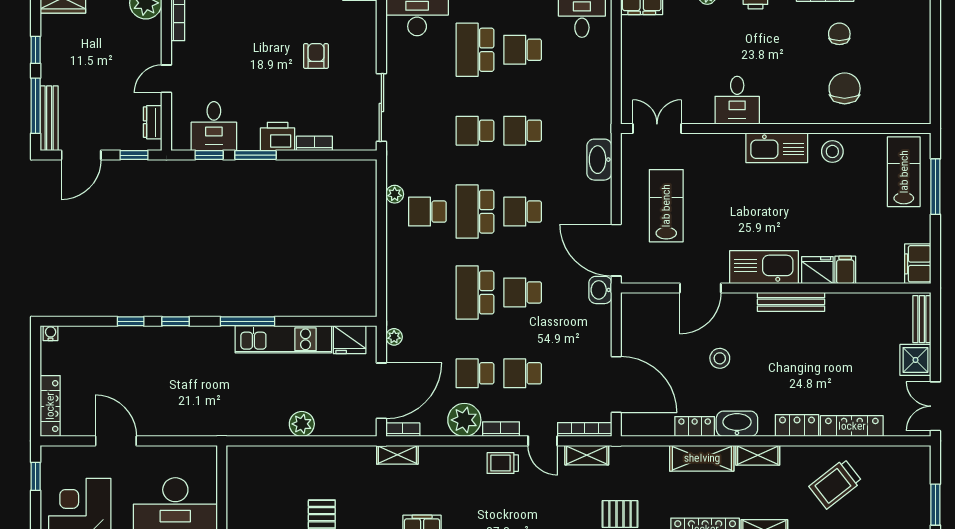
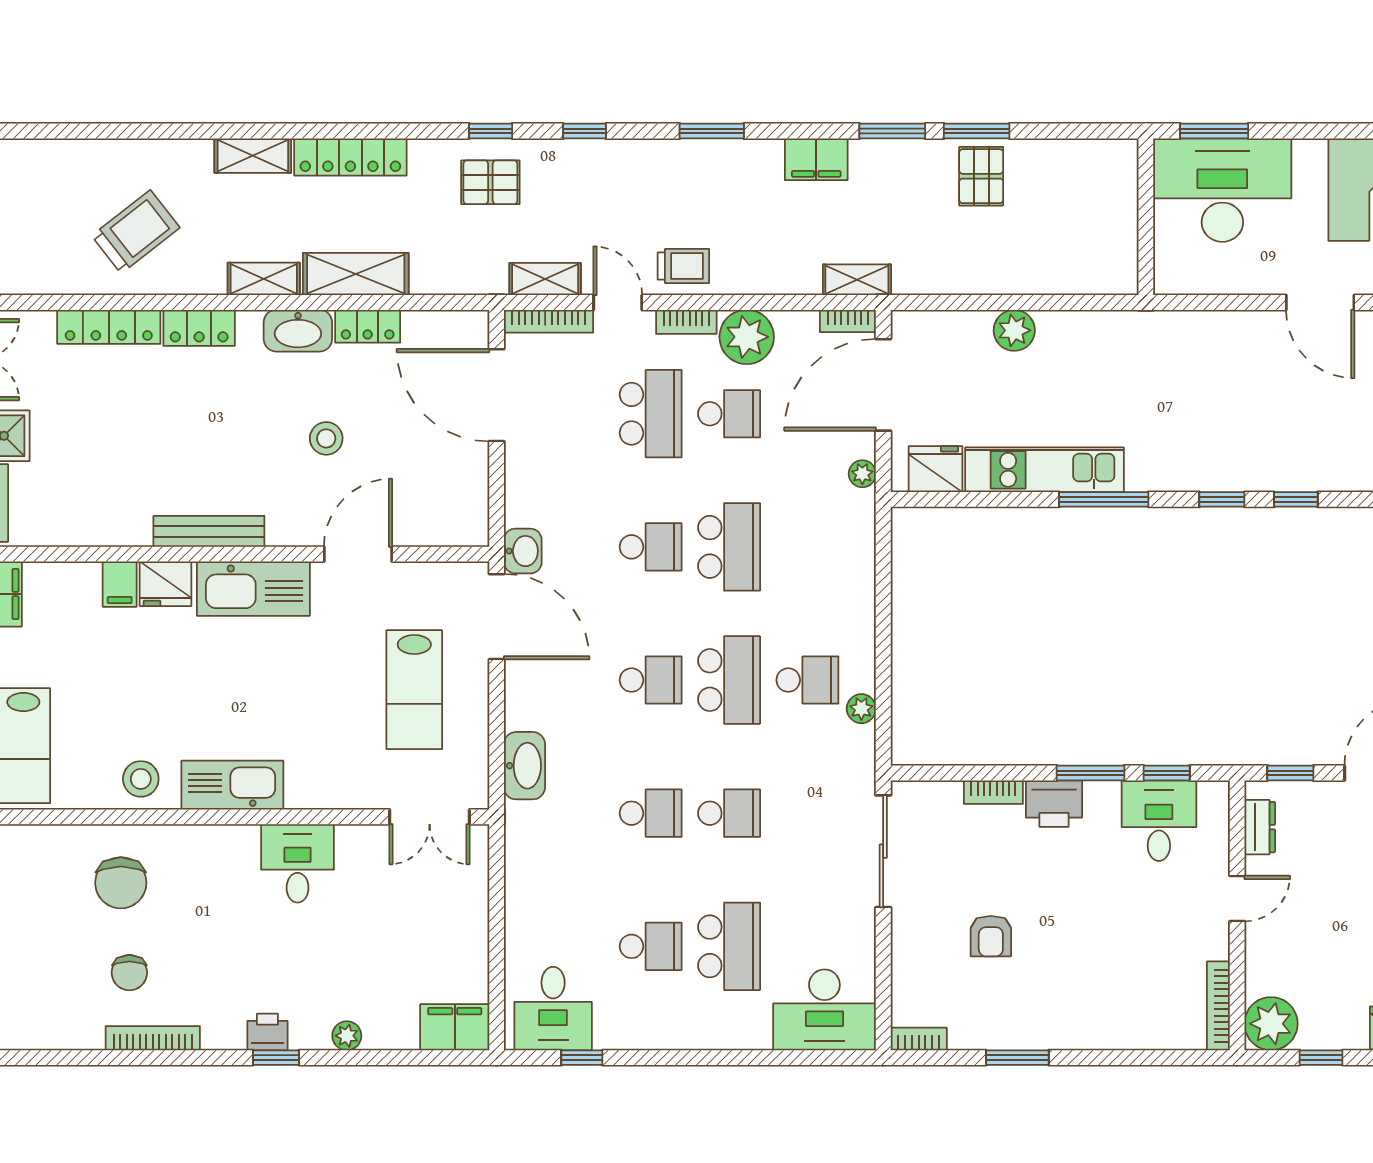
school desk: (523, 373) -> (651, 414), width x1.85

